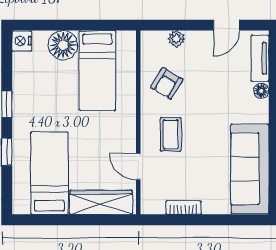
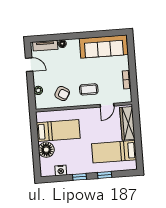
nightstand: (22, 41) -> (61, 170), moved

